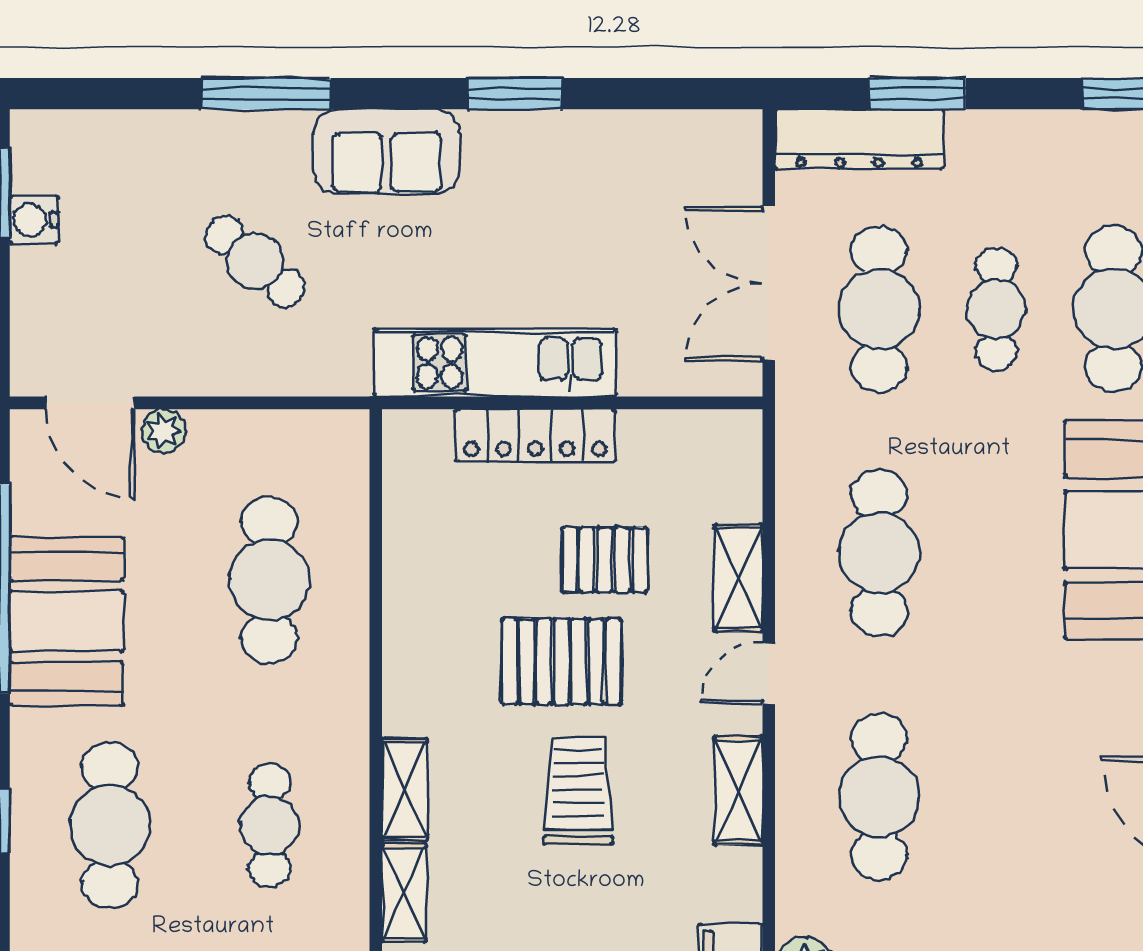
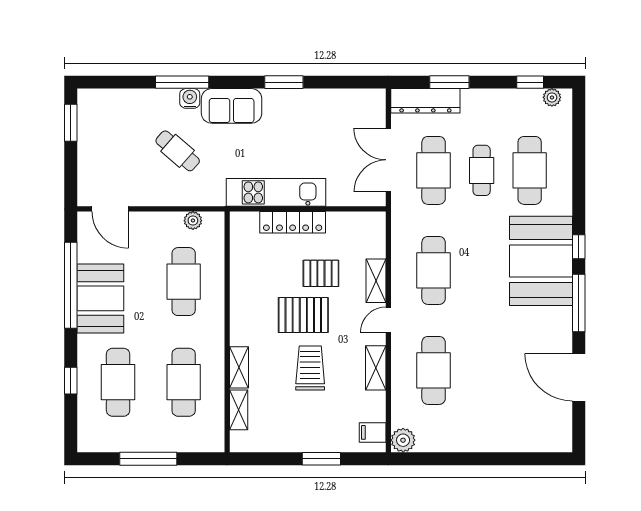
water cooler: (34, 220) -> (190, 98), moved, turned 90
plant: (164, 431) -> (193, 221), moved
cafe table: (270, 825) -> (184, 382), width x1.37, depth x1.35

